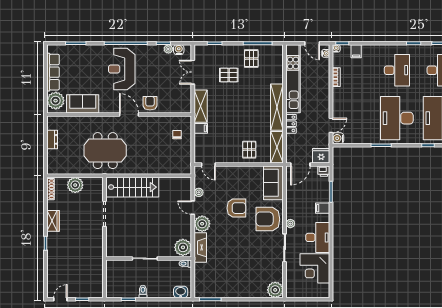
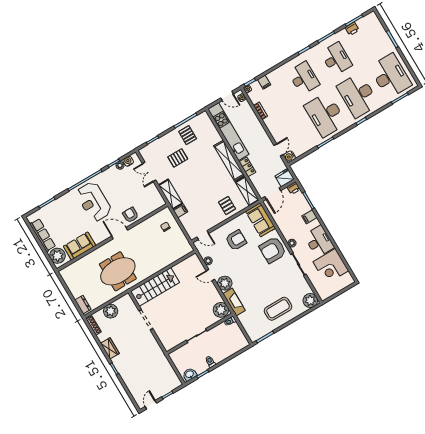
dresser: (52, 139) -> (83, 305), moved
armchair: (236, 208) -> (236, 240), moved
coffee table: (239, 279) -> (278, 309), added
washbasin: (181, 292) -> (190, 374), moved

